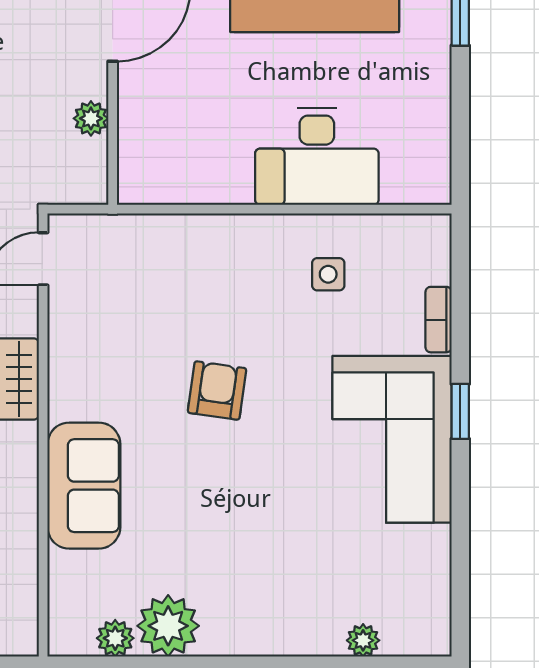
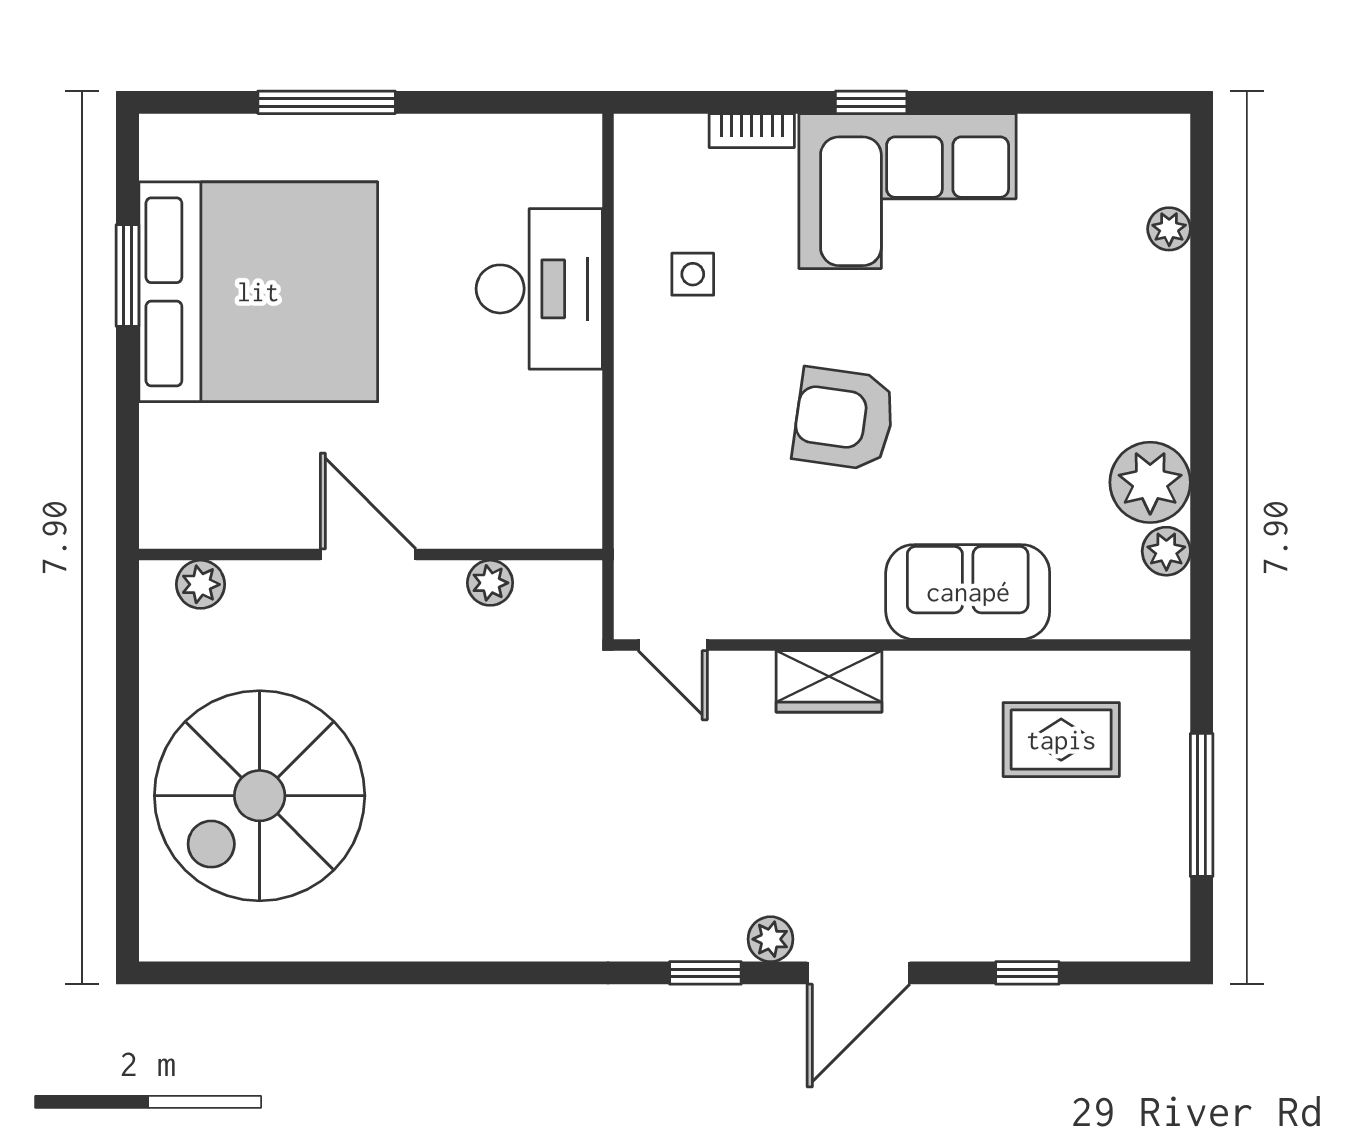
armchair: (217, 390) -> (844, 419), width x1.38, depth x1.38

